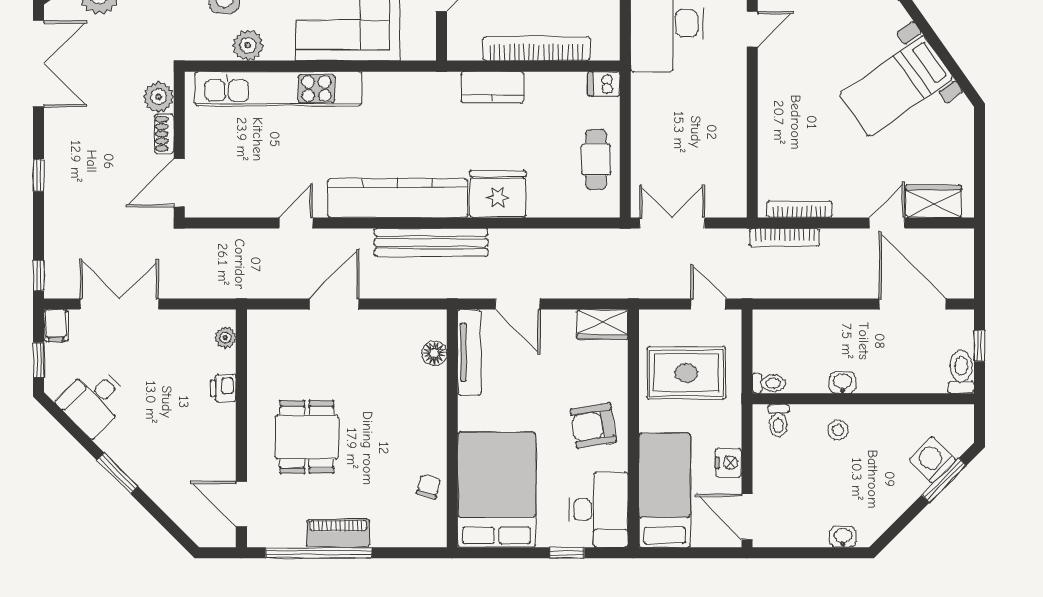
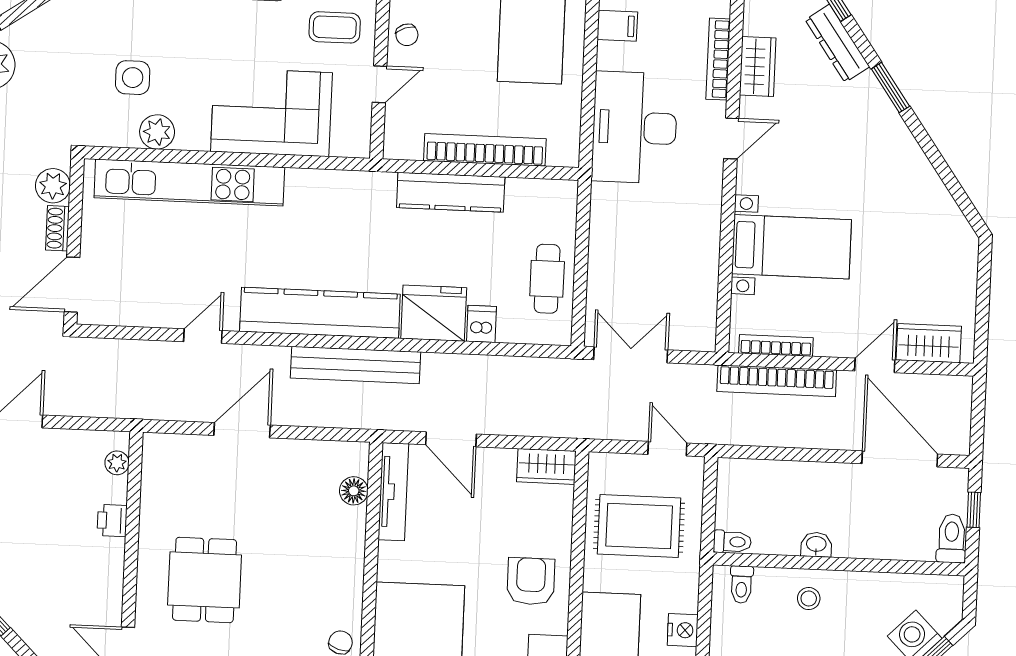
dishwasher: (604, 84) -> (482, 324), moved, turned 90
bed with nightstands: (896, 86) -> (791, 247), moved, turned -145
kitchen counter: (492, 87) -> (451, 192), width x1.50
bookcase: (785, 237) -> (777, 381), width x1.48, depth x1.31
armchair: (593, 426) -> (531, 581), turned 99

